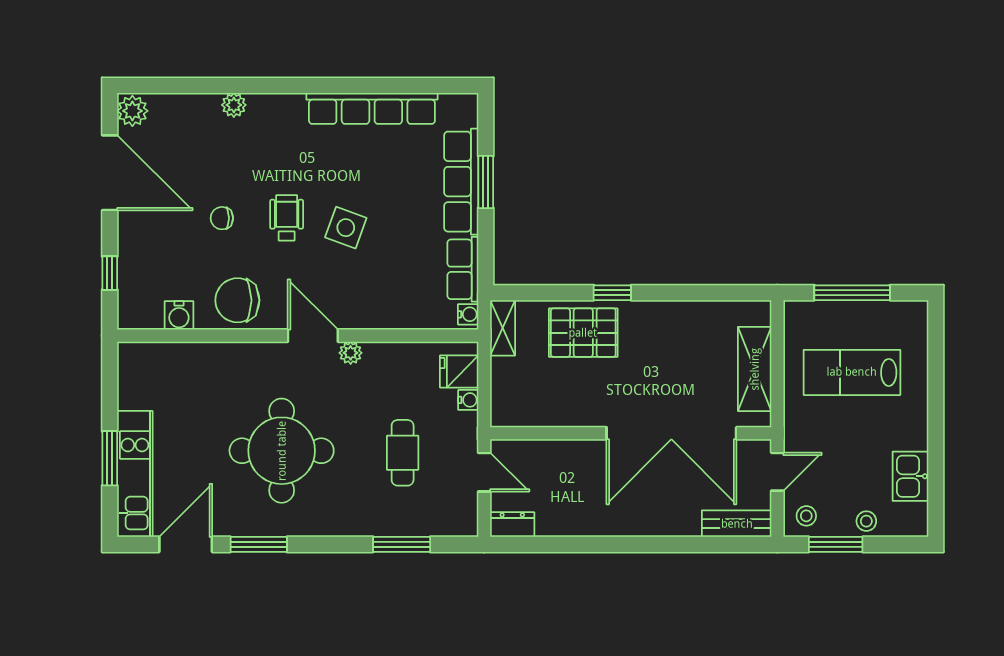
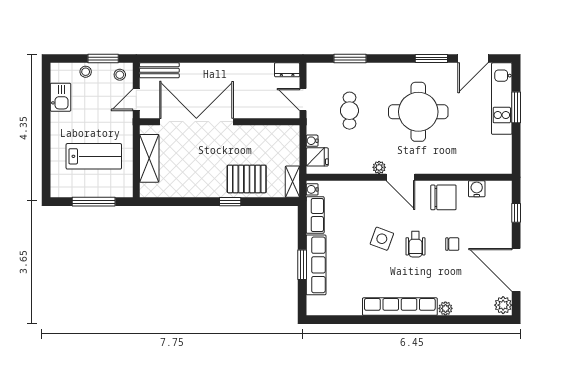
row of seats: (372, 108) -> (400, 307), moved

